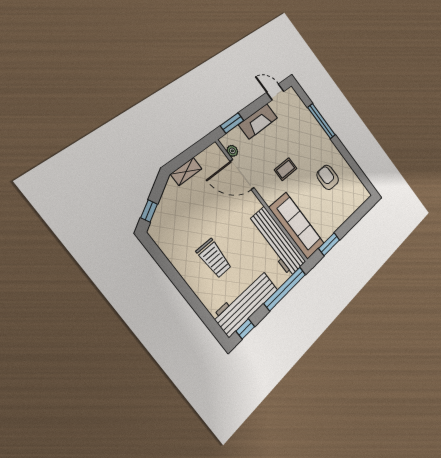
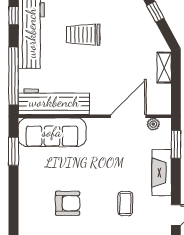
coffee table: (286, 169) -> (125, 204), moved

